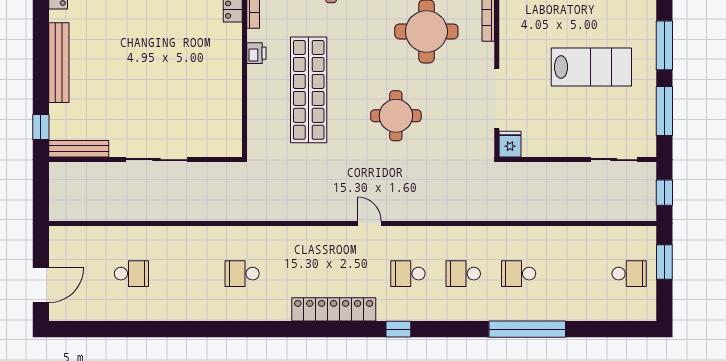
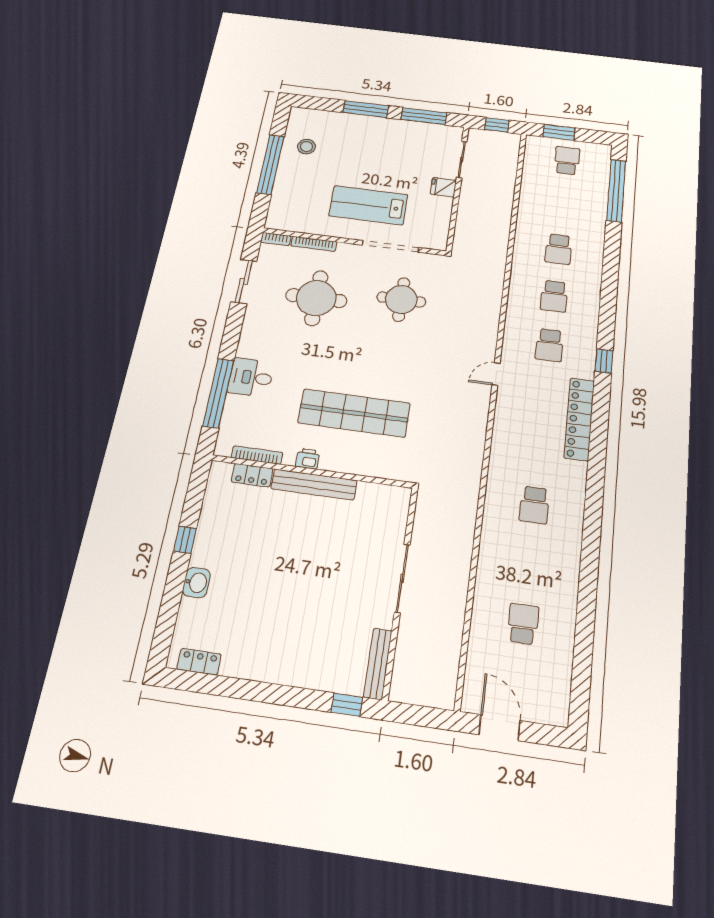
bench: (59, 63) -> (314, 484), moved
lab bench: (591, 67) -> (368, 205), moved, turned -90
round table: (396, 116) -> (401, 300), moved
fridge: (510, 144) -> (443, 187), moved
door: (41, 285) -> (499, 728), moved
window: (527, 329) -> (616, 191), moved

